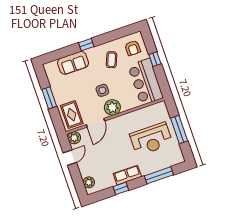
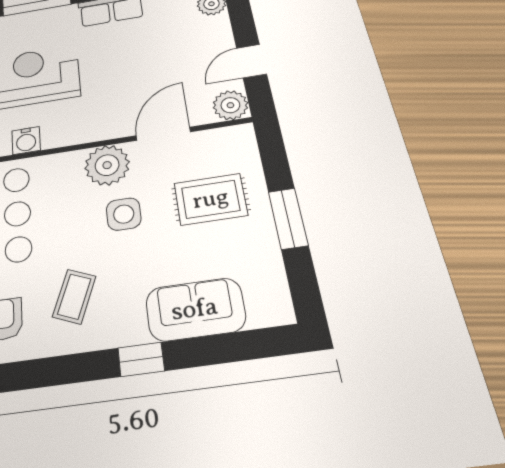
water cooler: (144, 112) -> (26, 141), added
rug: (72, 115) -> (211, 199), moved, turned 90

